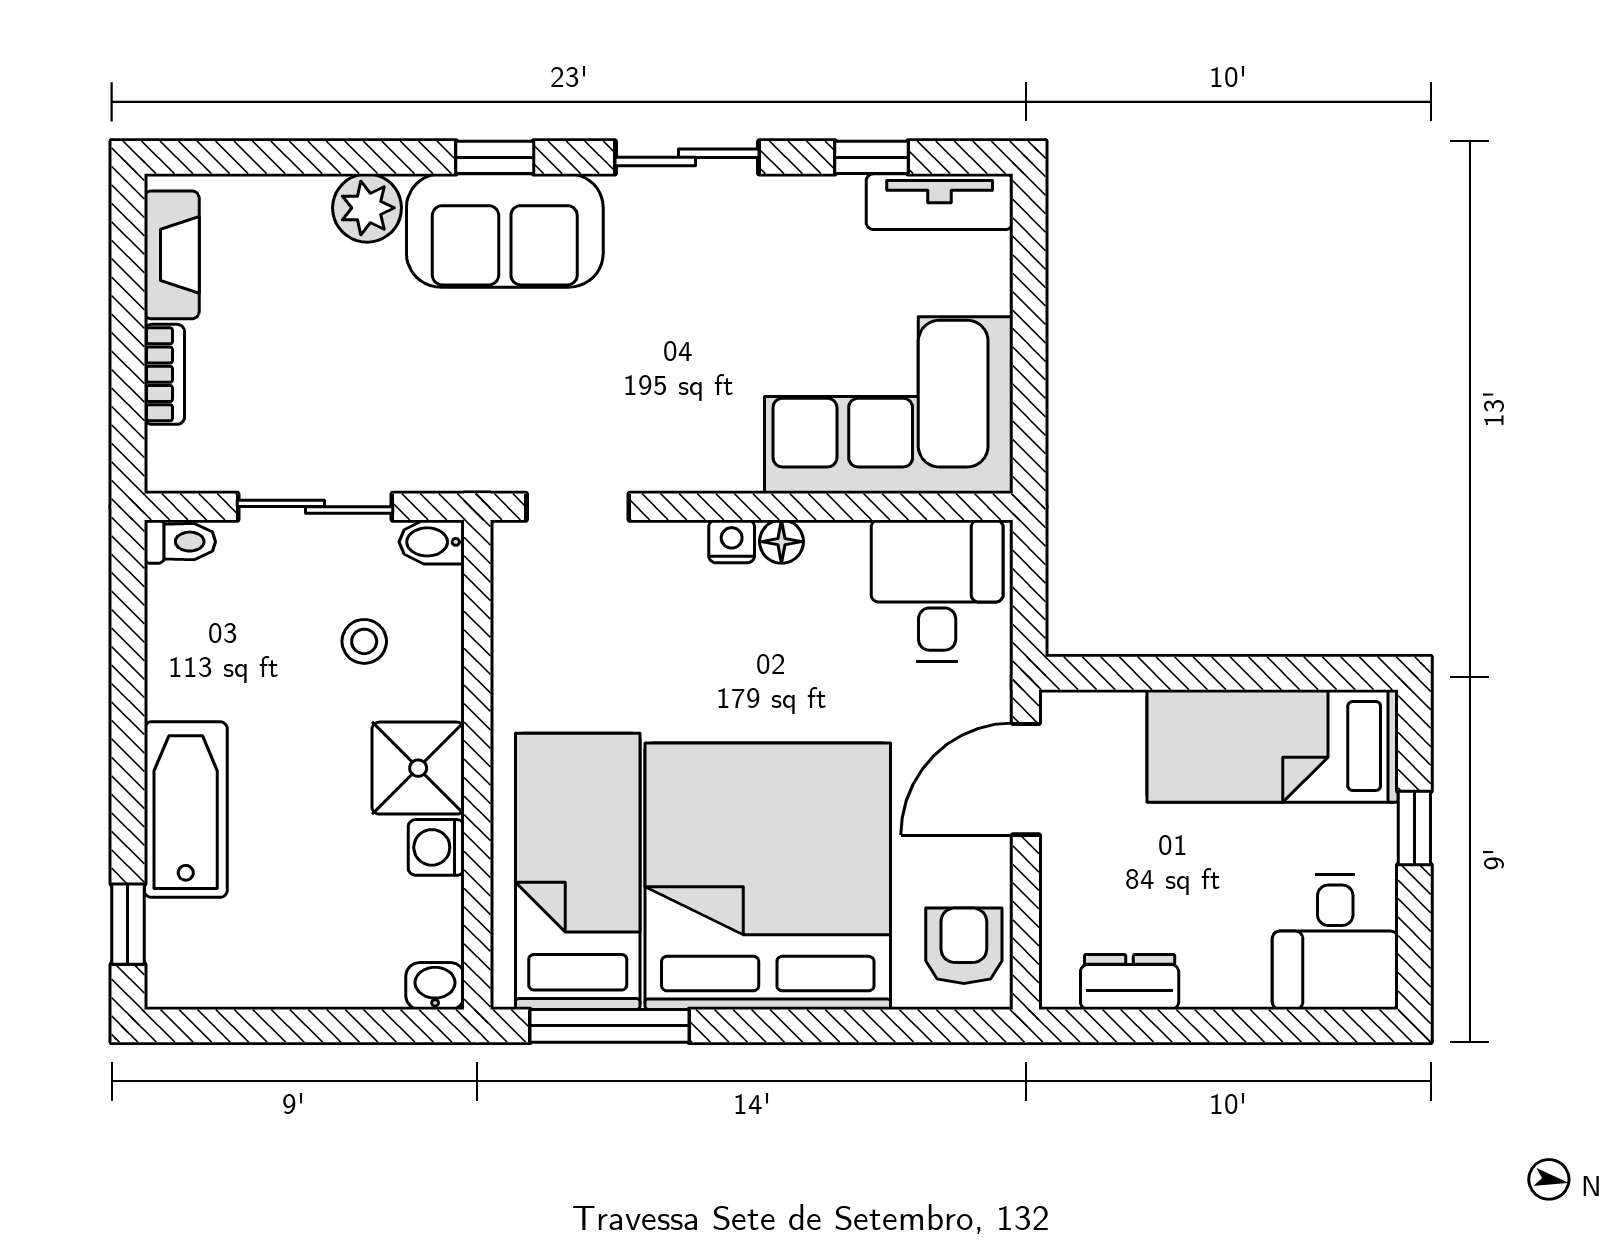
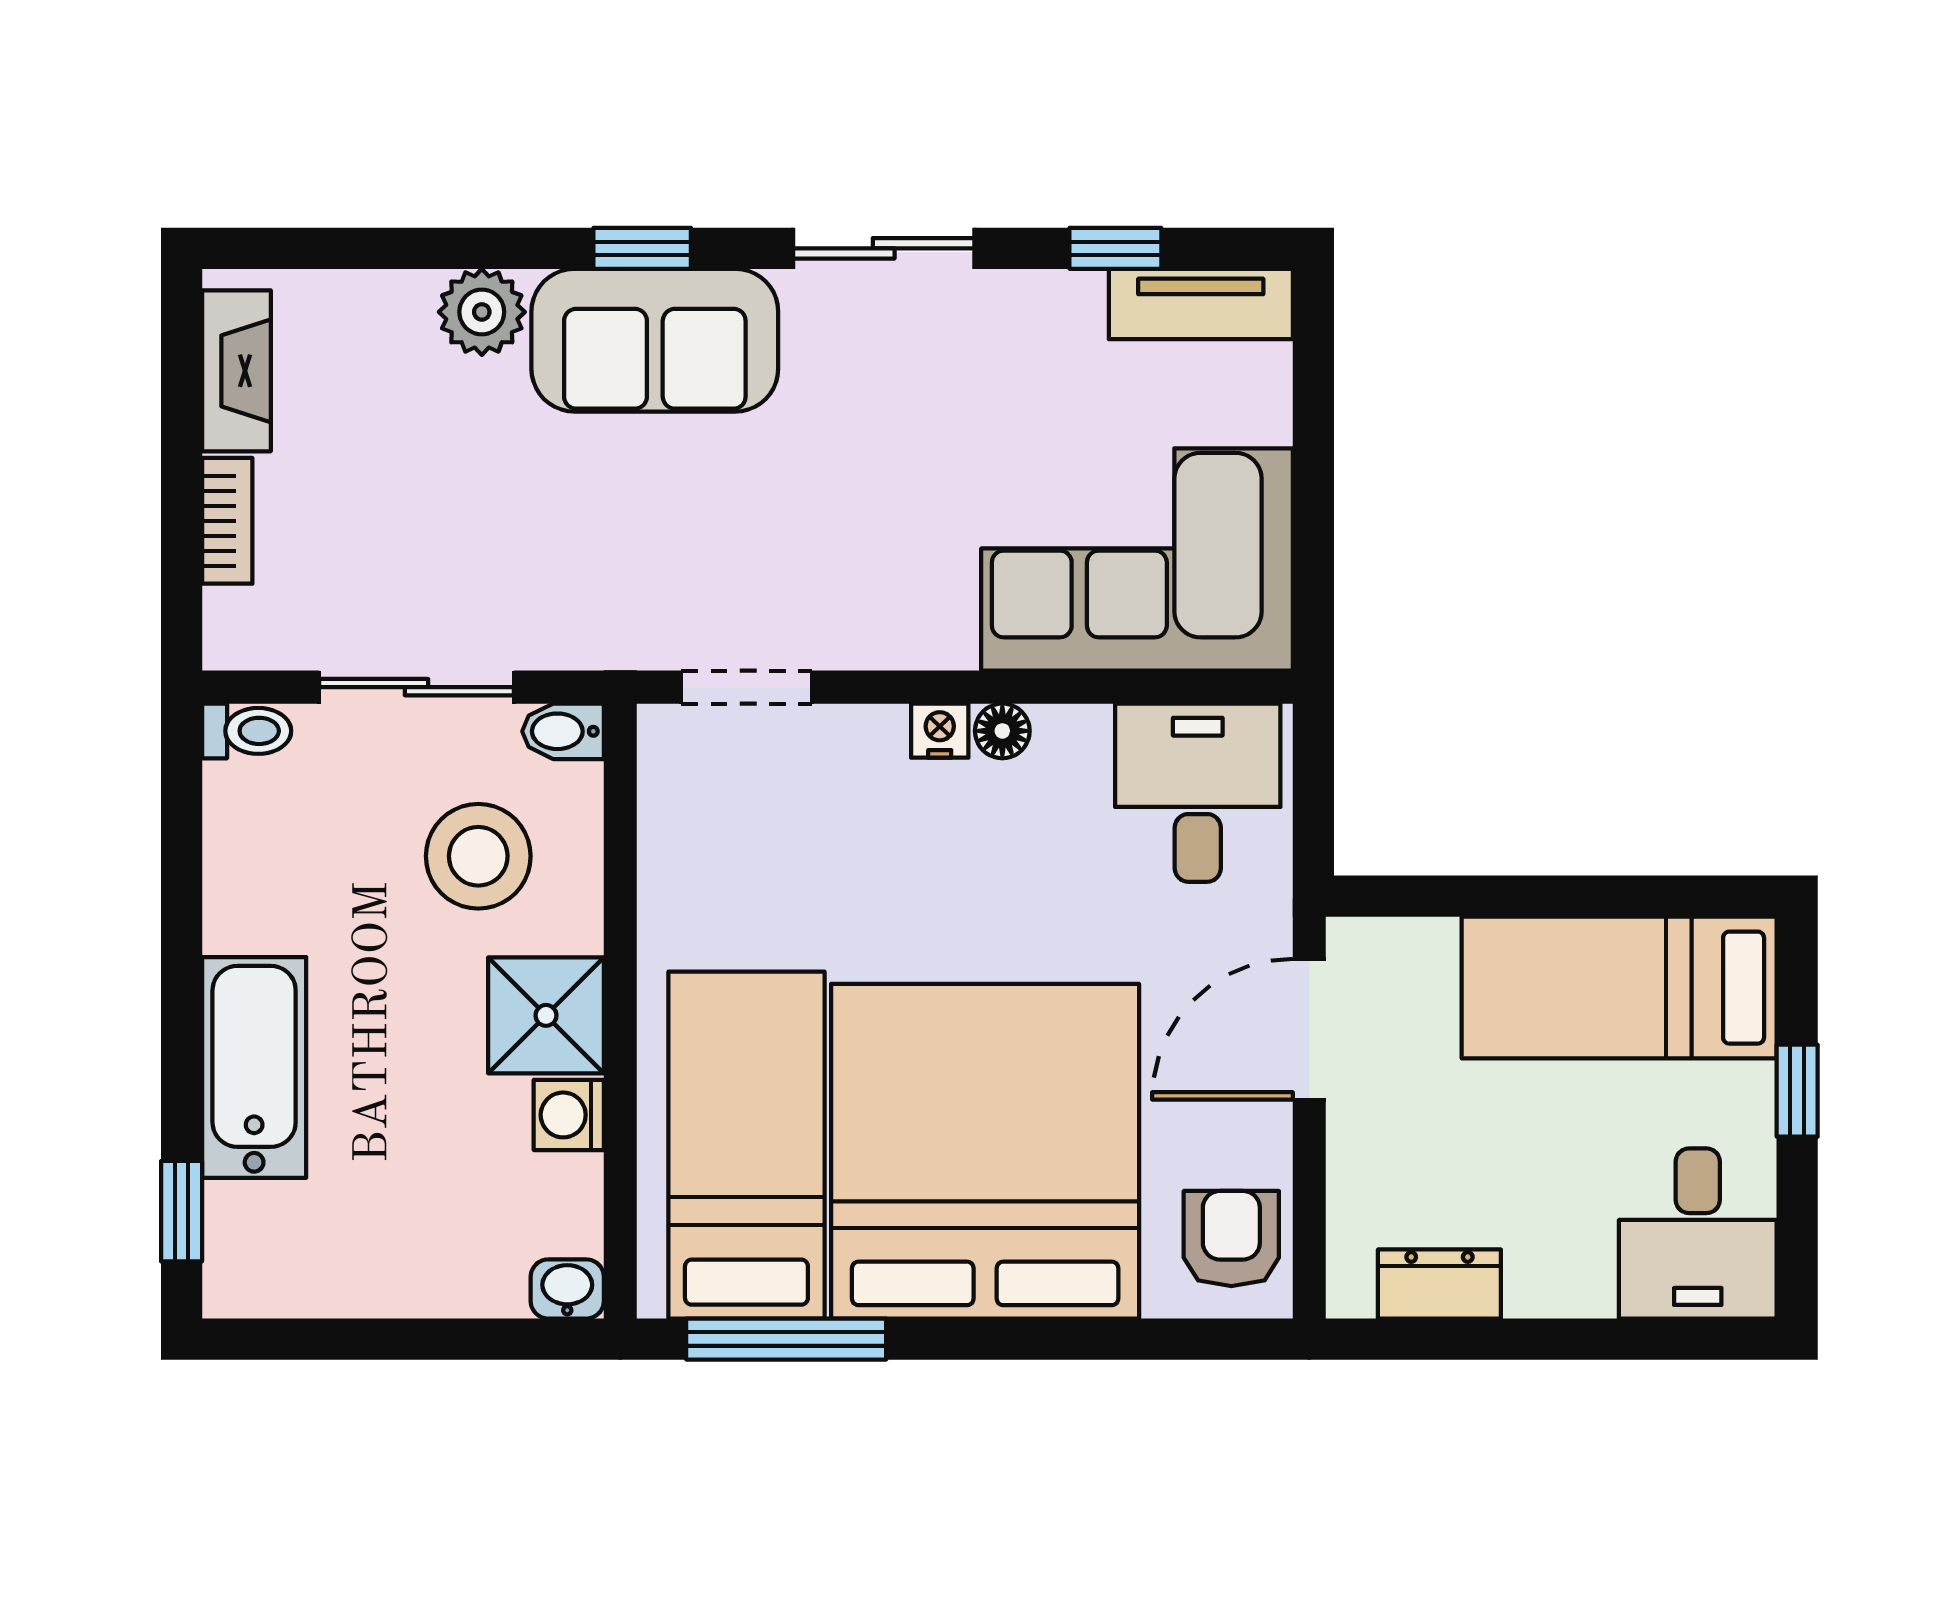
stool: (364, 641) -> (478, 856), width x1.89, depth x1.89

